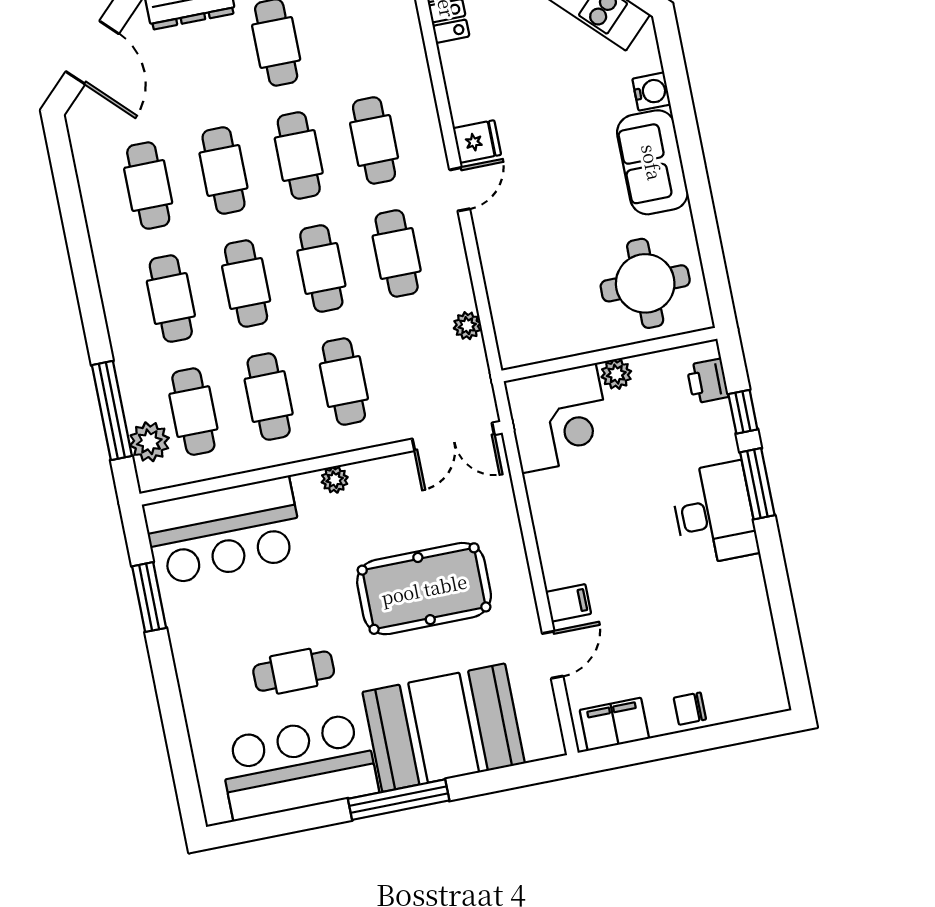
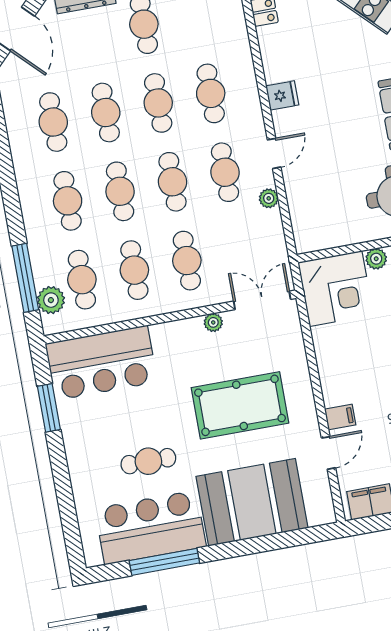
door: (460, 189) -> (274, 153), moved
plant: (467, 326) -> (269, 198), moved
double door: (453, 437) -> (262, 300), swing flipped
plant: (335, 480) -> (213, 322), moved
window: (399, 800) -> (164, 562), moved

